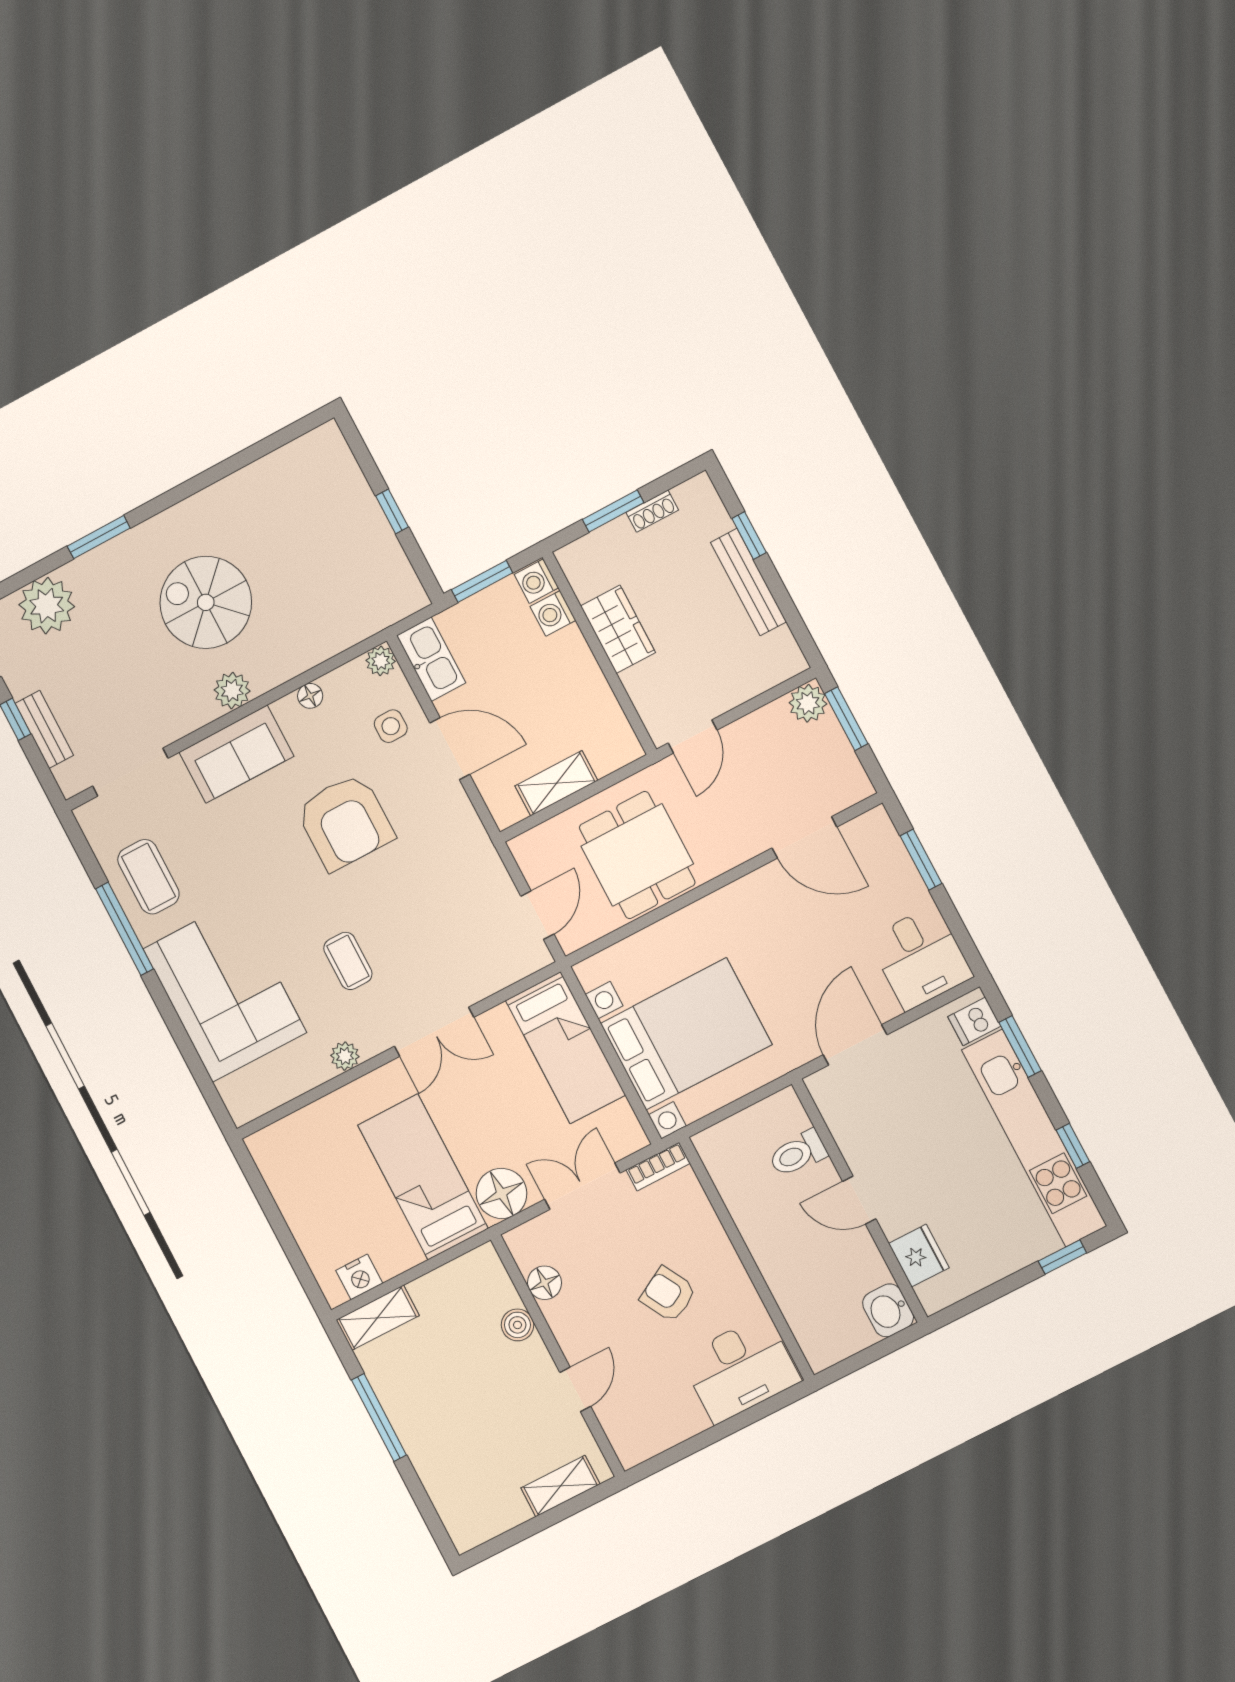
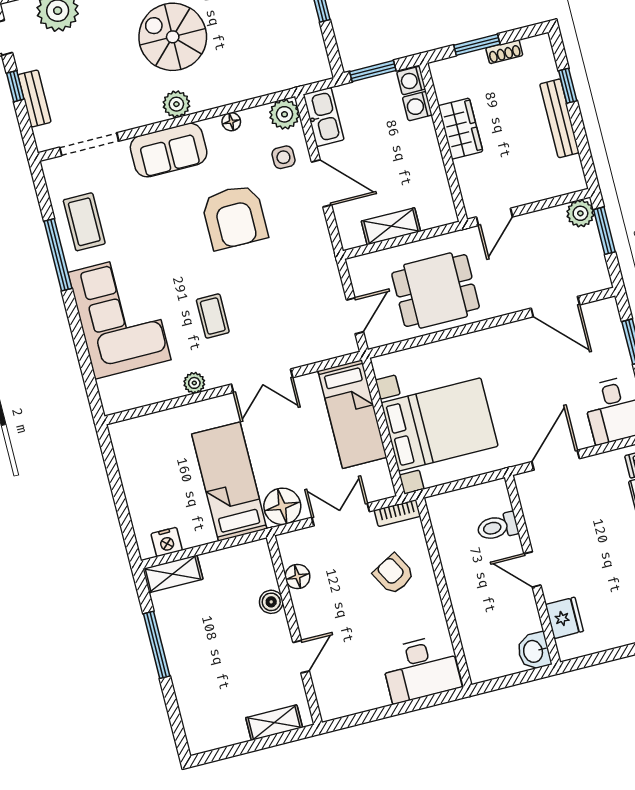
plant: (381, 661) -> (284, 114), width x1.38, depth x1.38
dining table: (637, 855) -> (436, 291), turned 90
armchair: (668, 1294) -> (394, 574), moved

